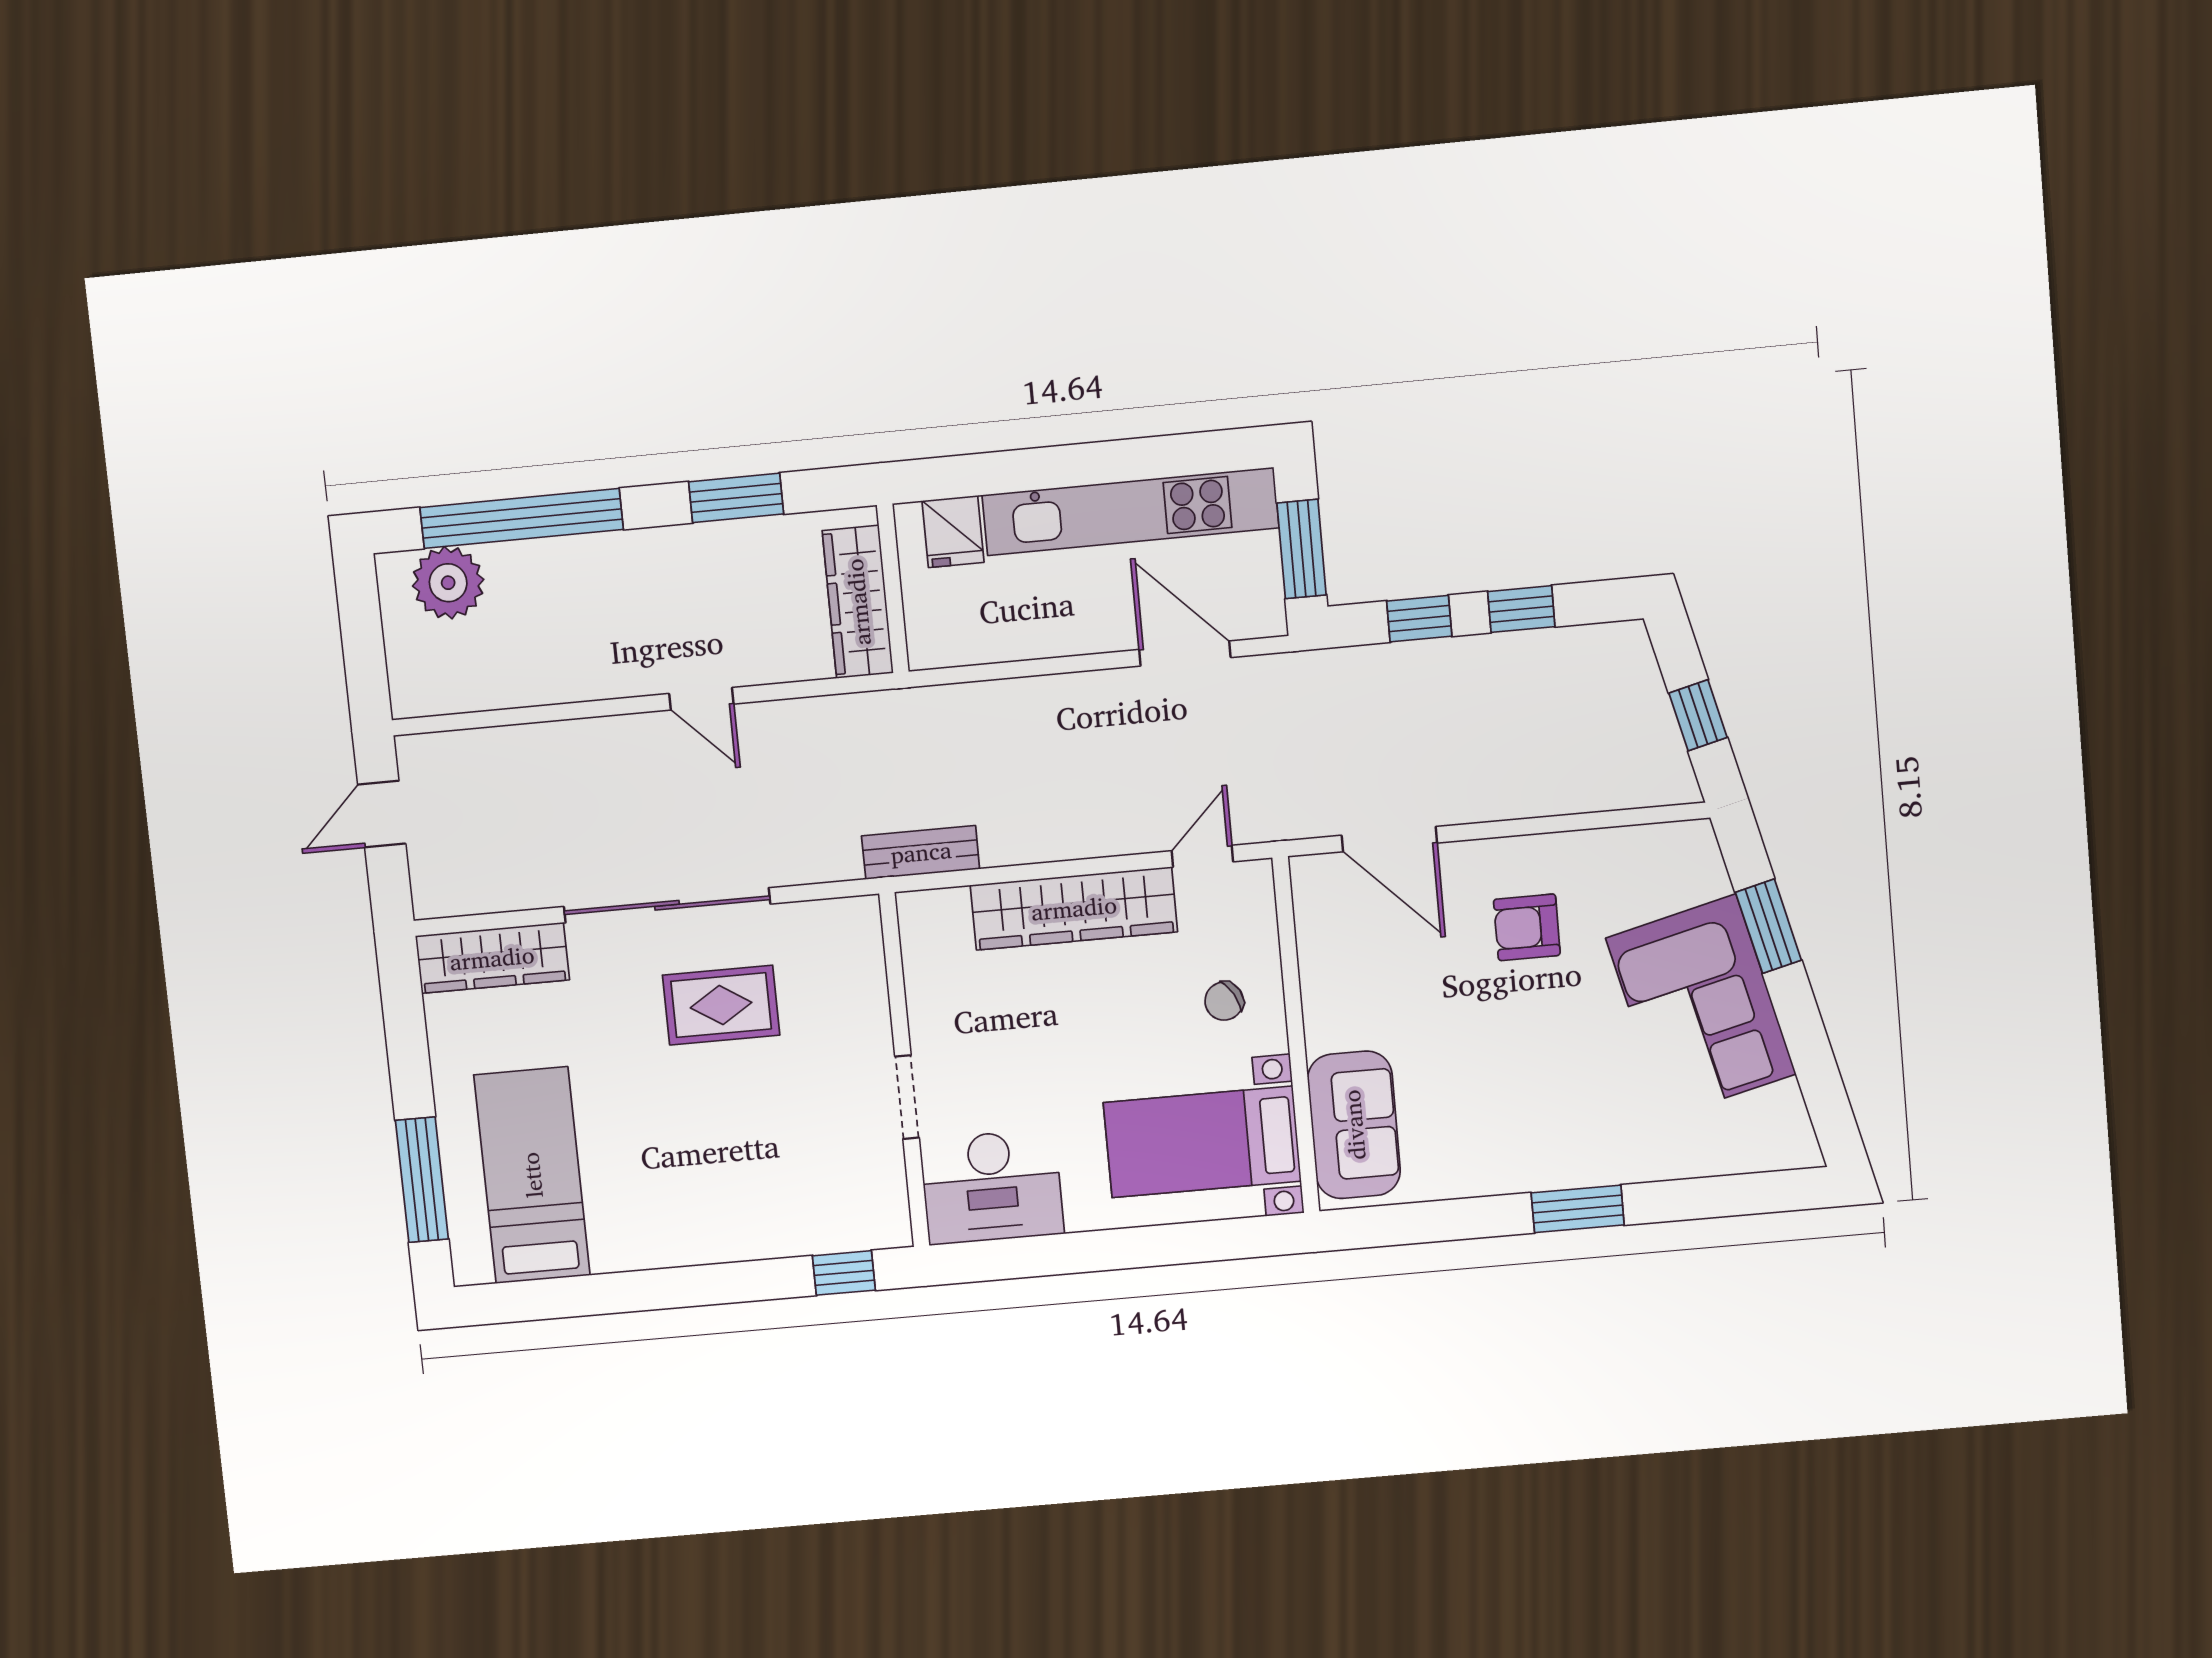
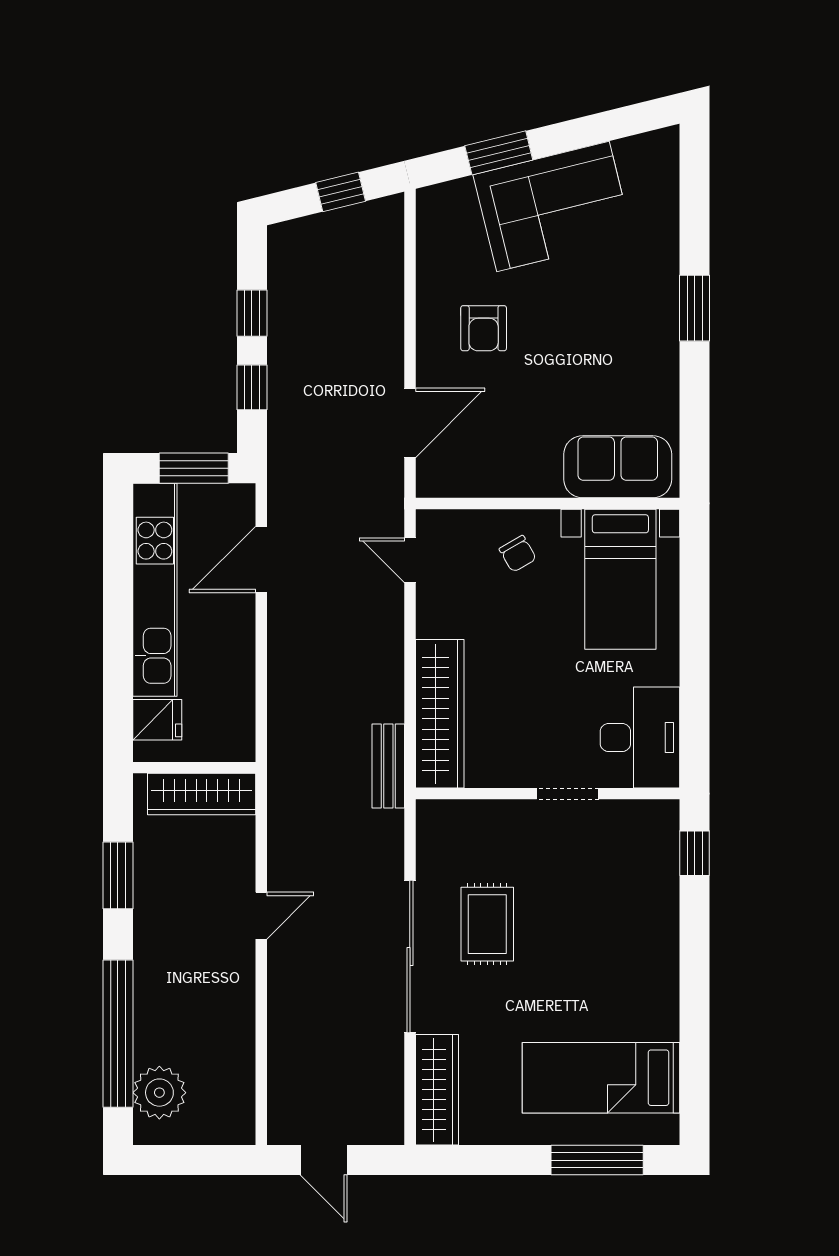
wardrobe: (1074, 908) -> (440, 714), moved

